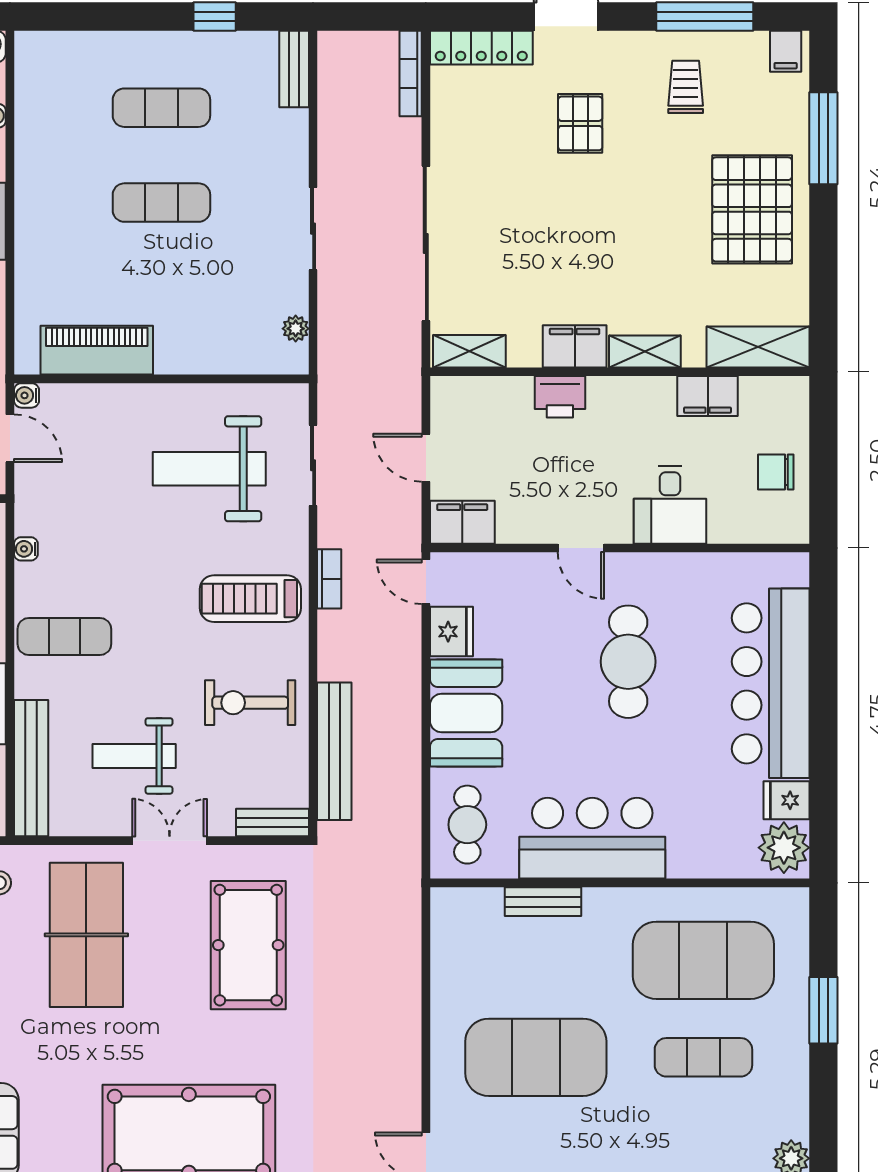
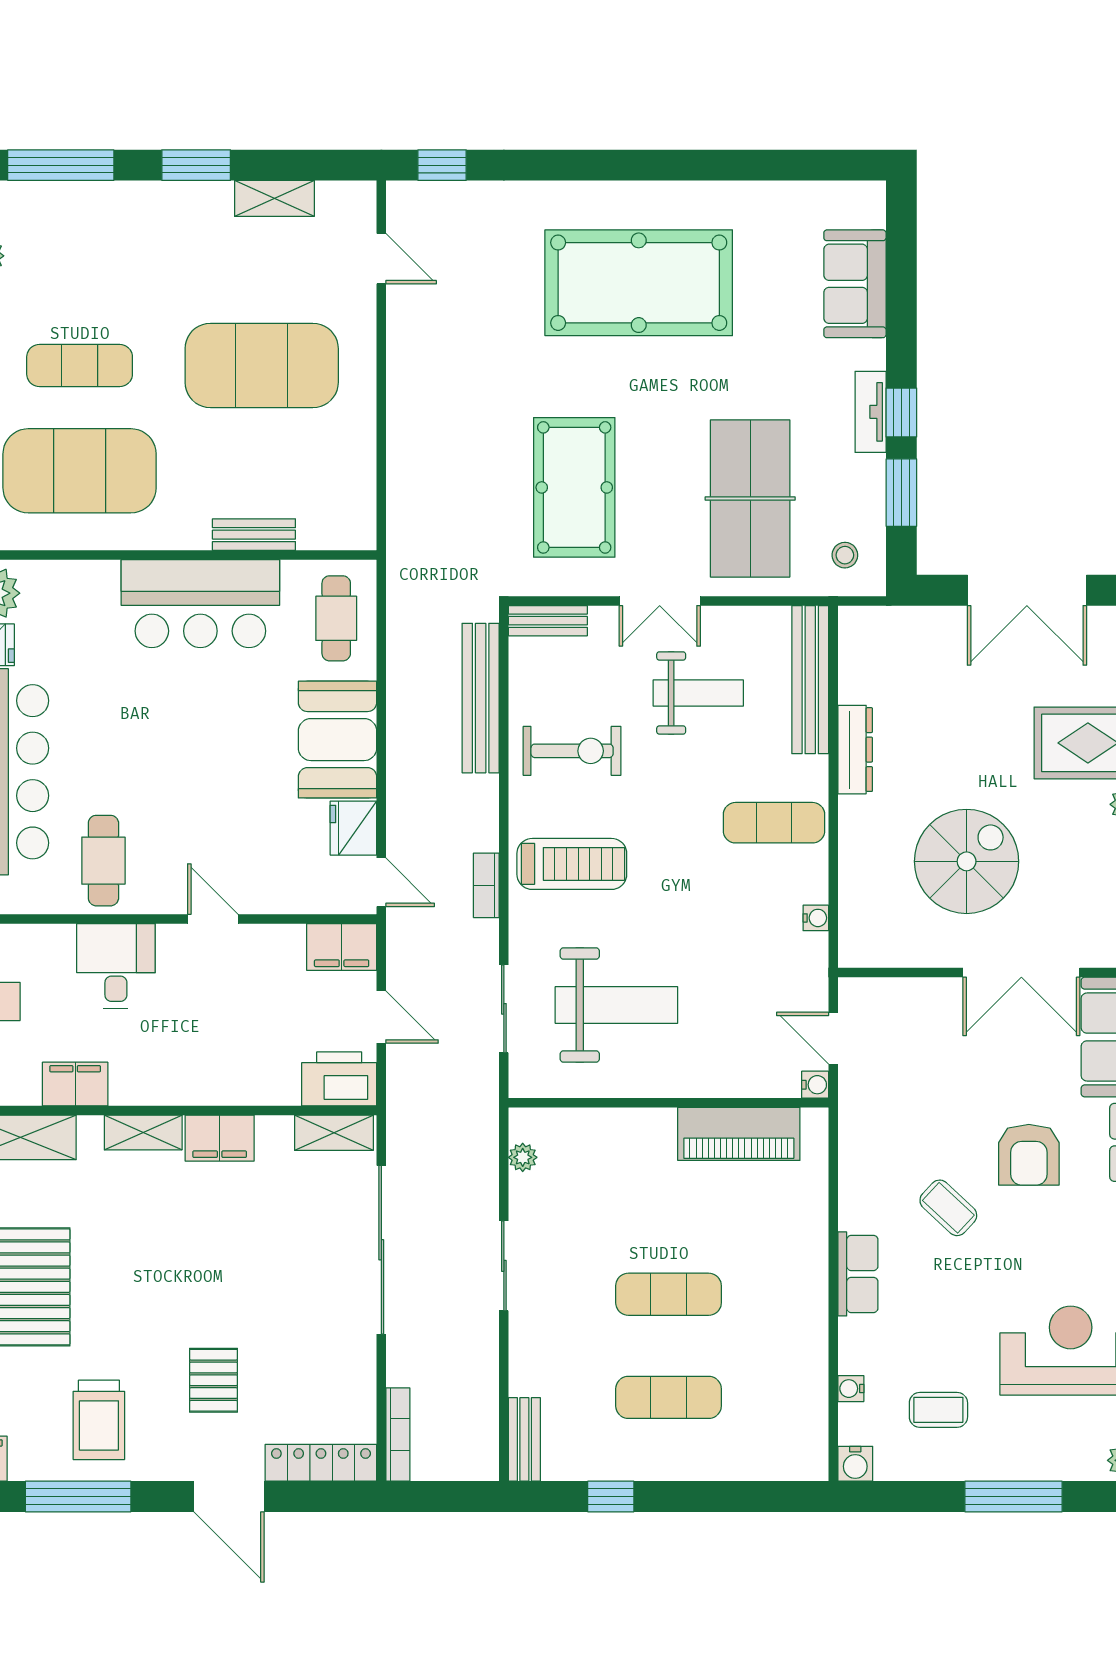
trolley: (686, 87) -> (99, 1420), width x1.36, depth x1.39
printer: (560, 397) -> (339, 1079), moved, width x1.37, depth x1.19
cafe table: (628, 662) -> (103, 861), moved, width x0.73, depth x0.74

